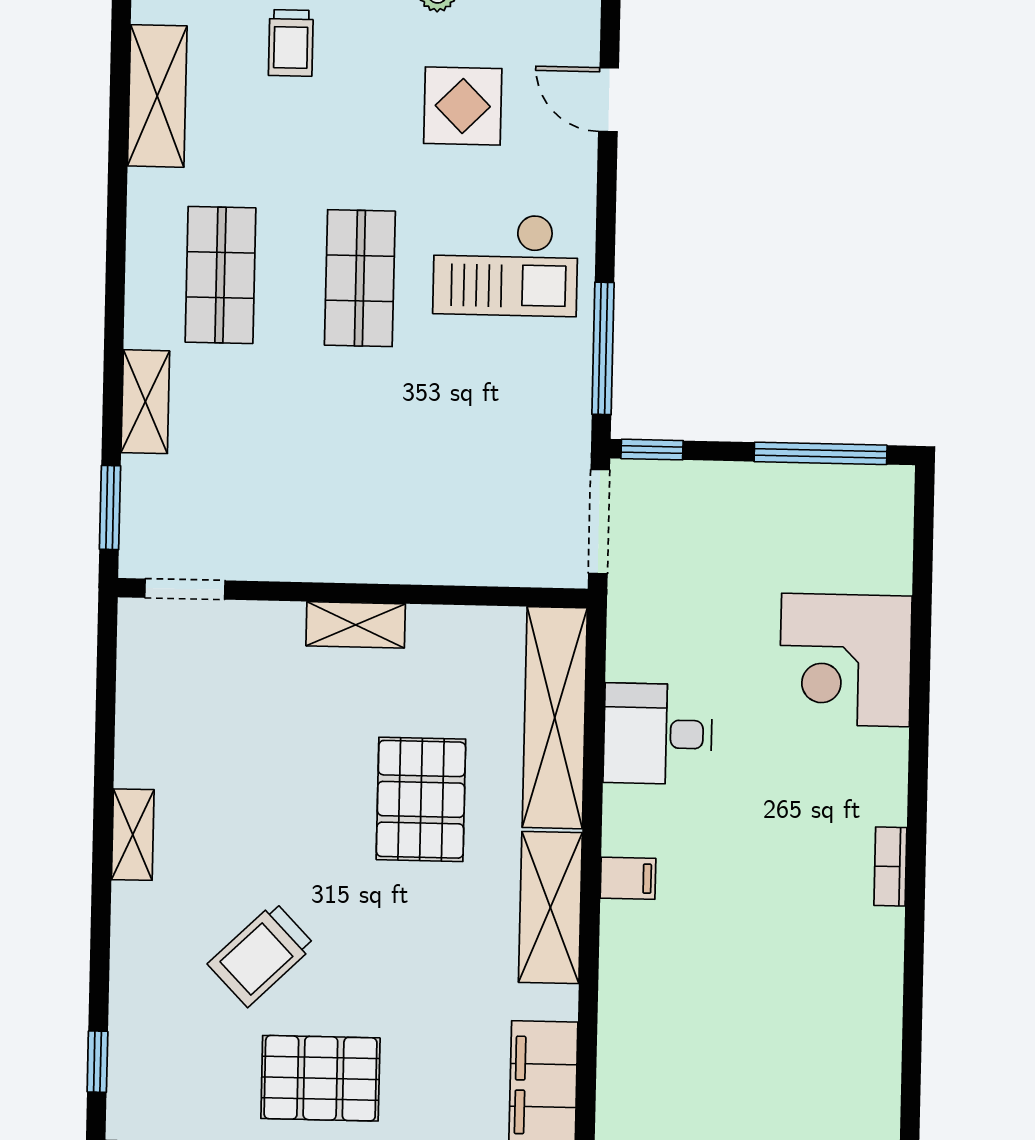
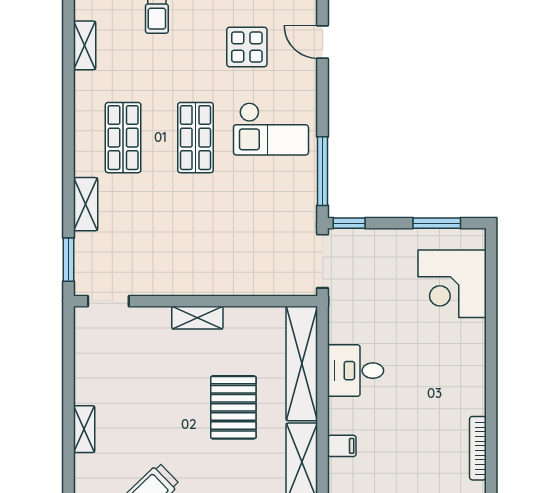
shelving: (157, 96) -> (85, 45), width x0.67, depth x0.75
window: (821, 453) -> (437, 223), width x0.69
corner desk: (845, 660) -> (452, 284), moved
bookcase: (890, 866) -> (478, 448), width x1.56

